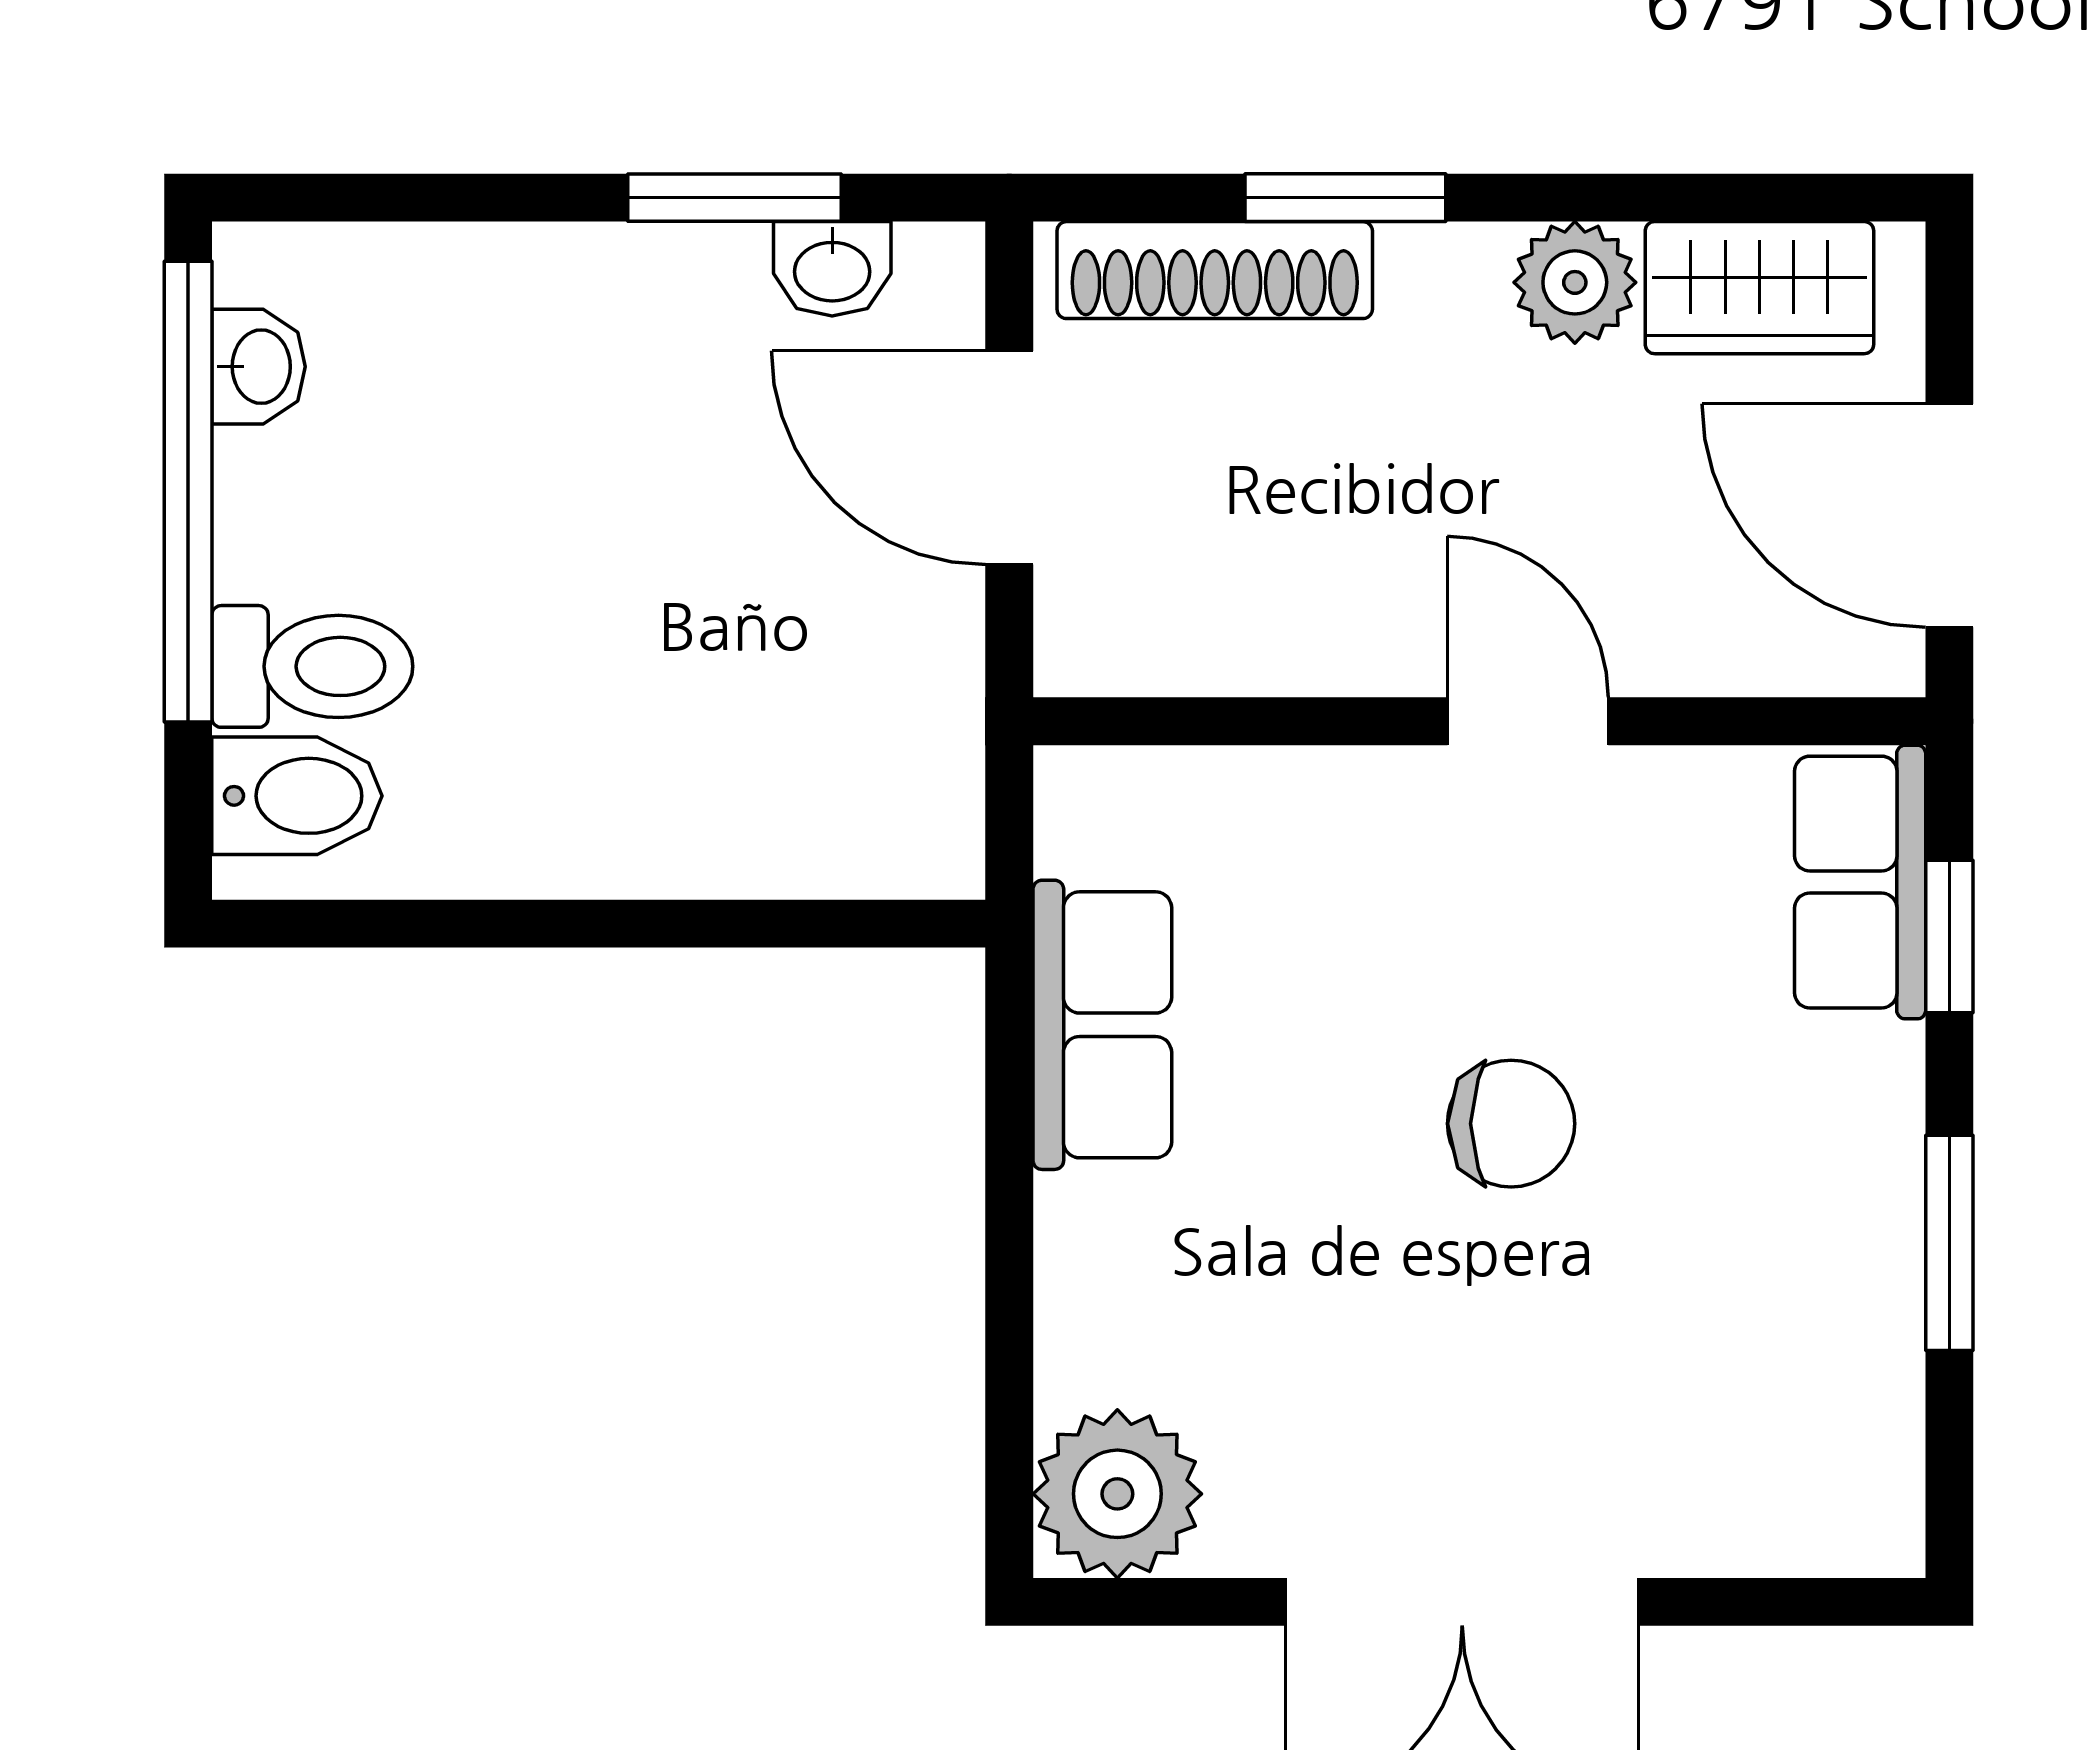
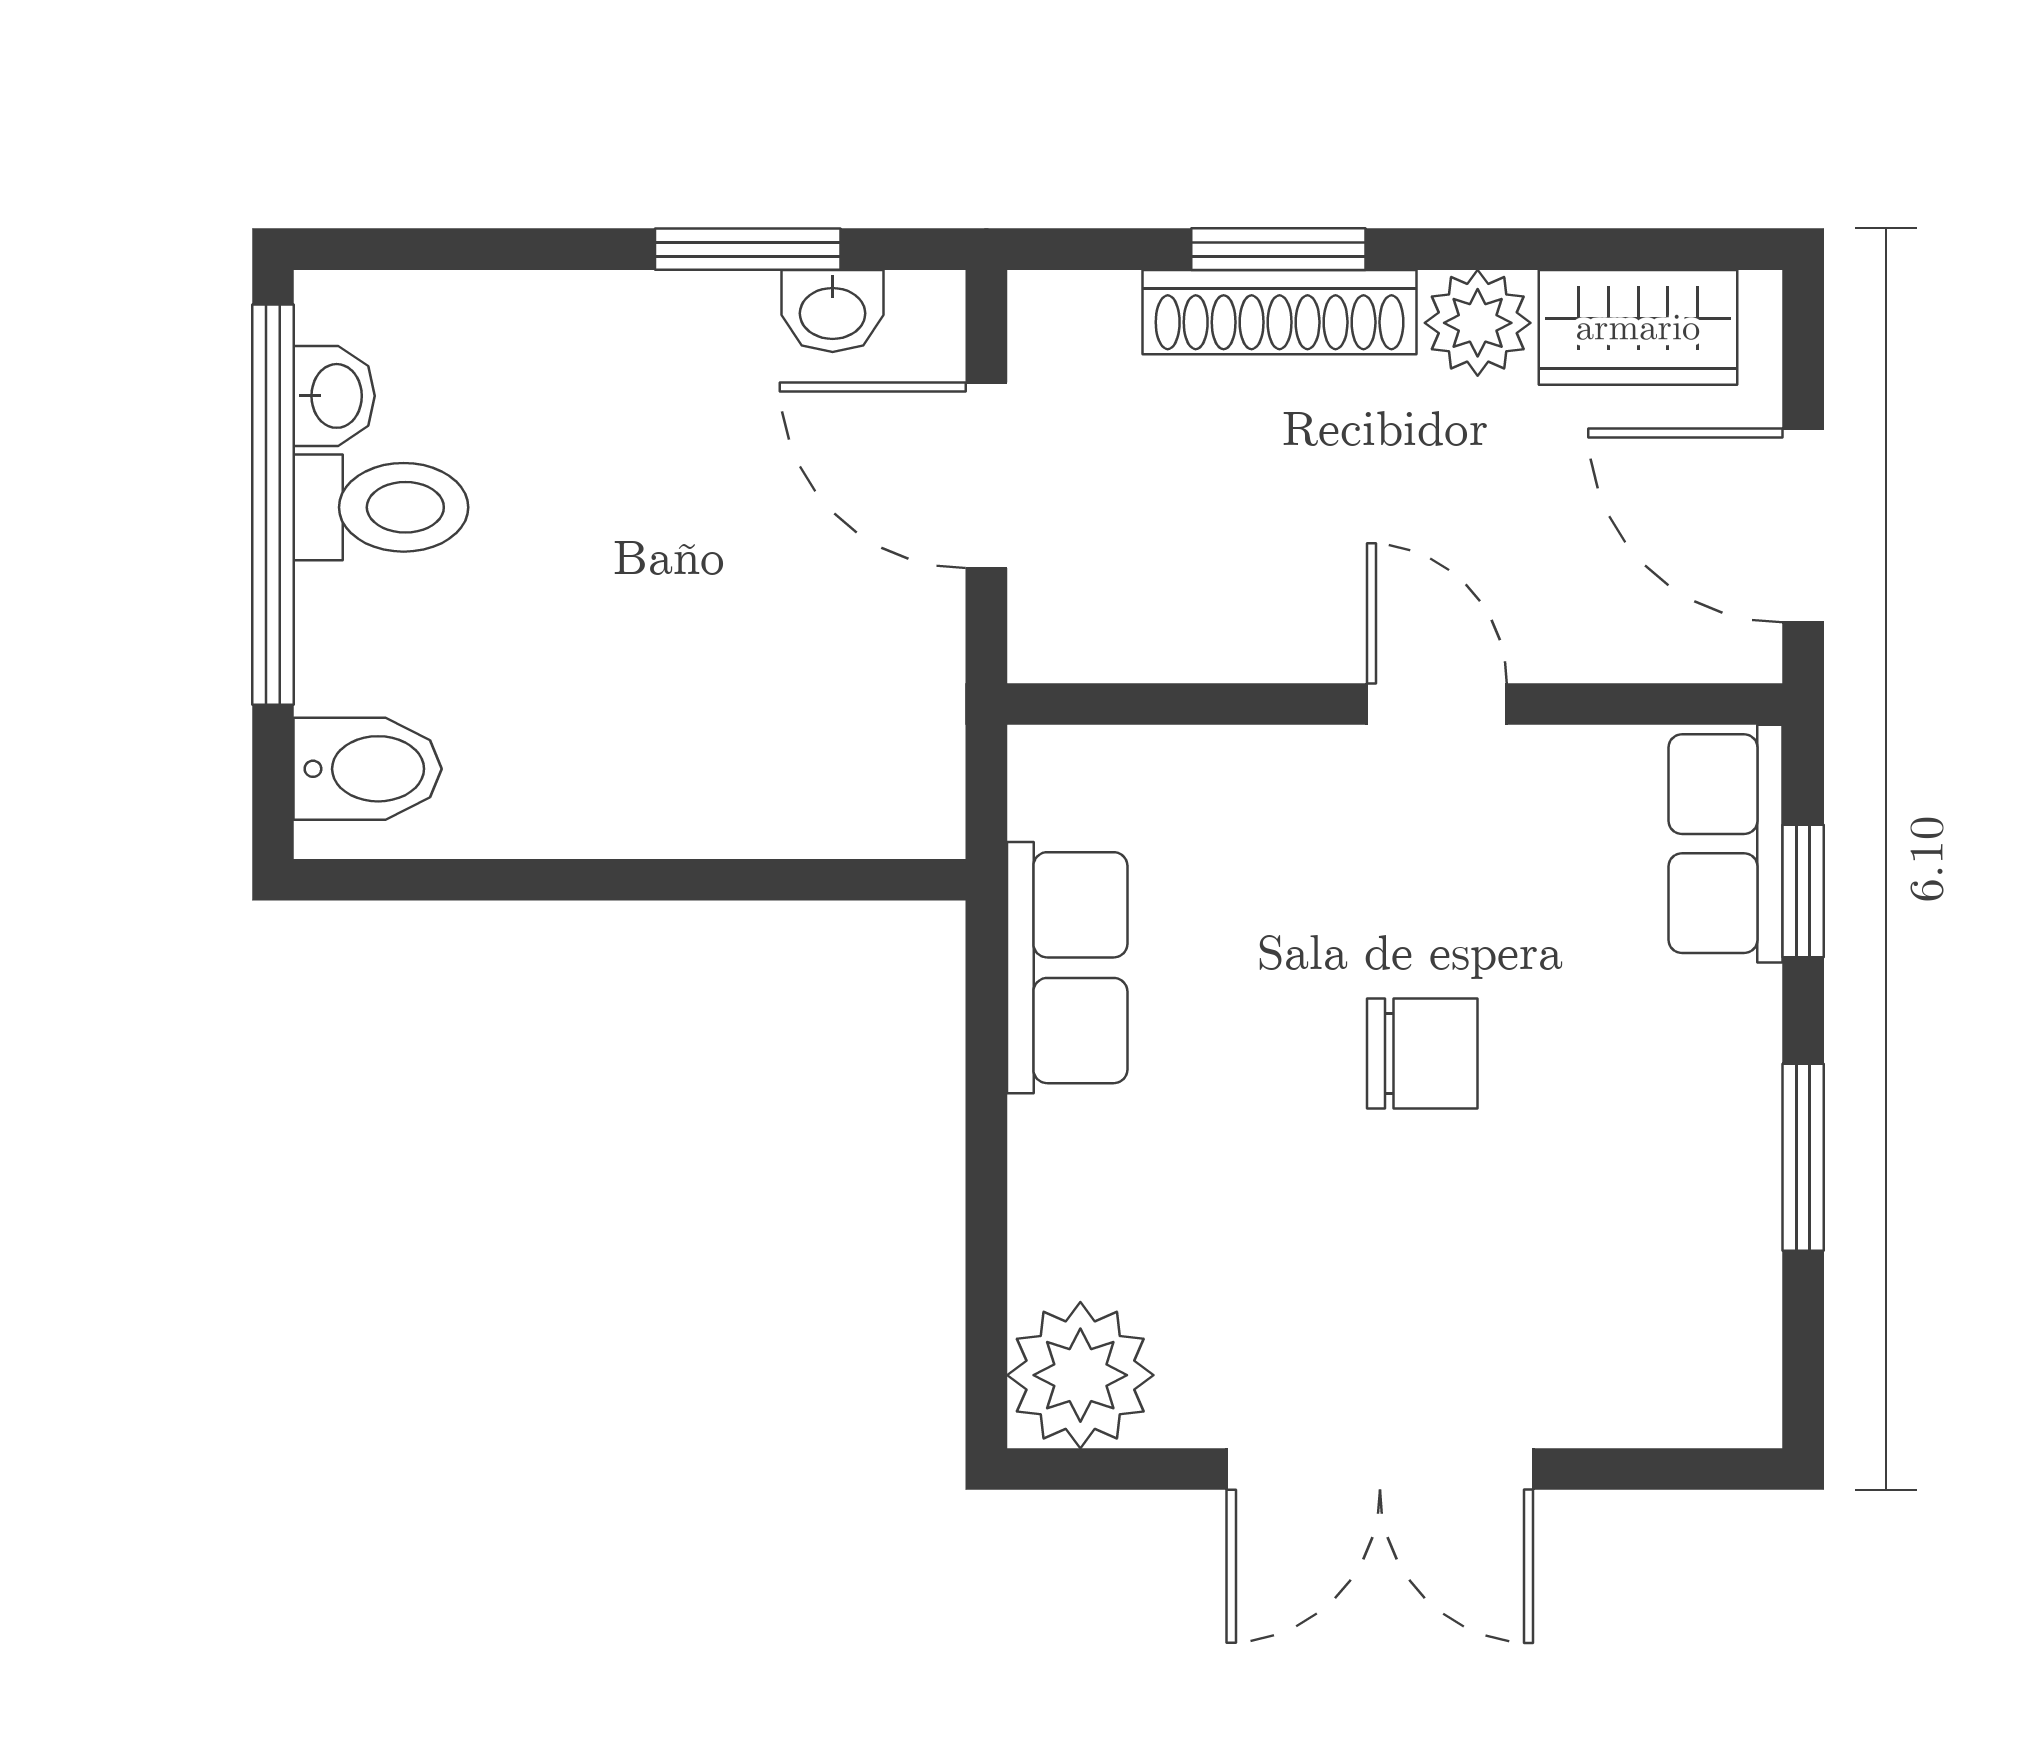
shoe rack: (1215, 270) -> (1280, 312), moved
toilet: (312, 666) -> (381, 507), moved

